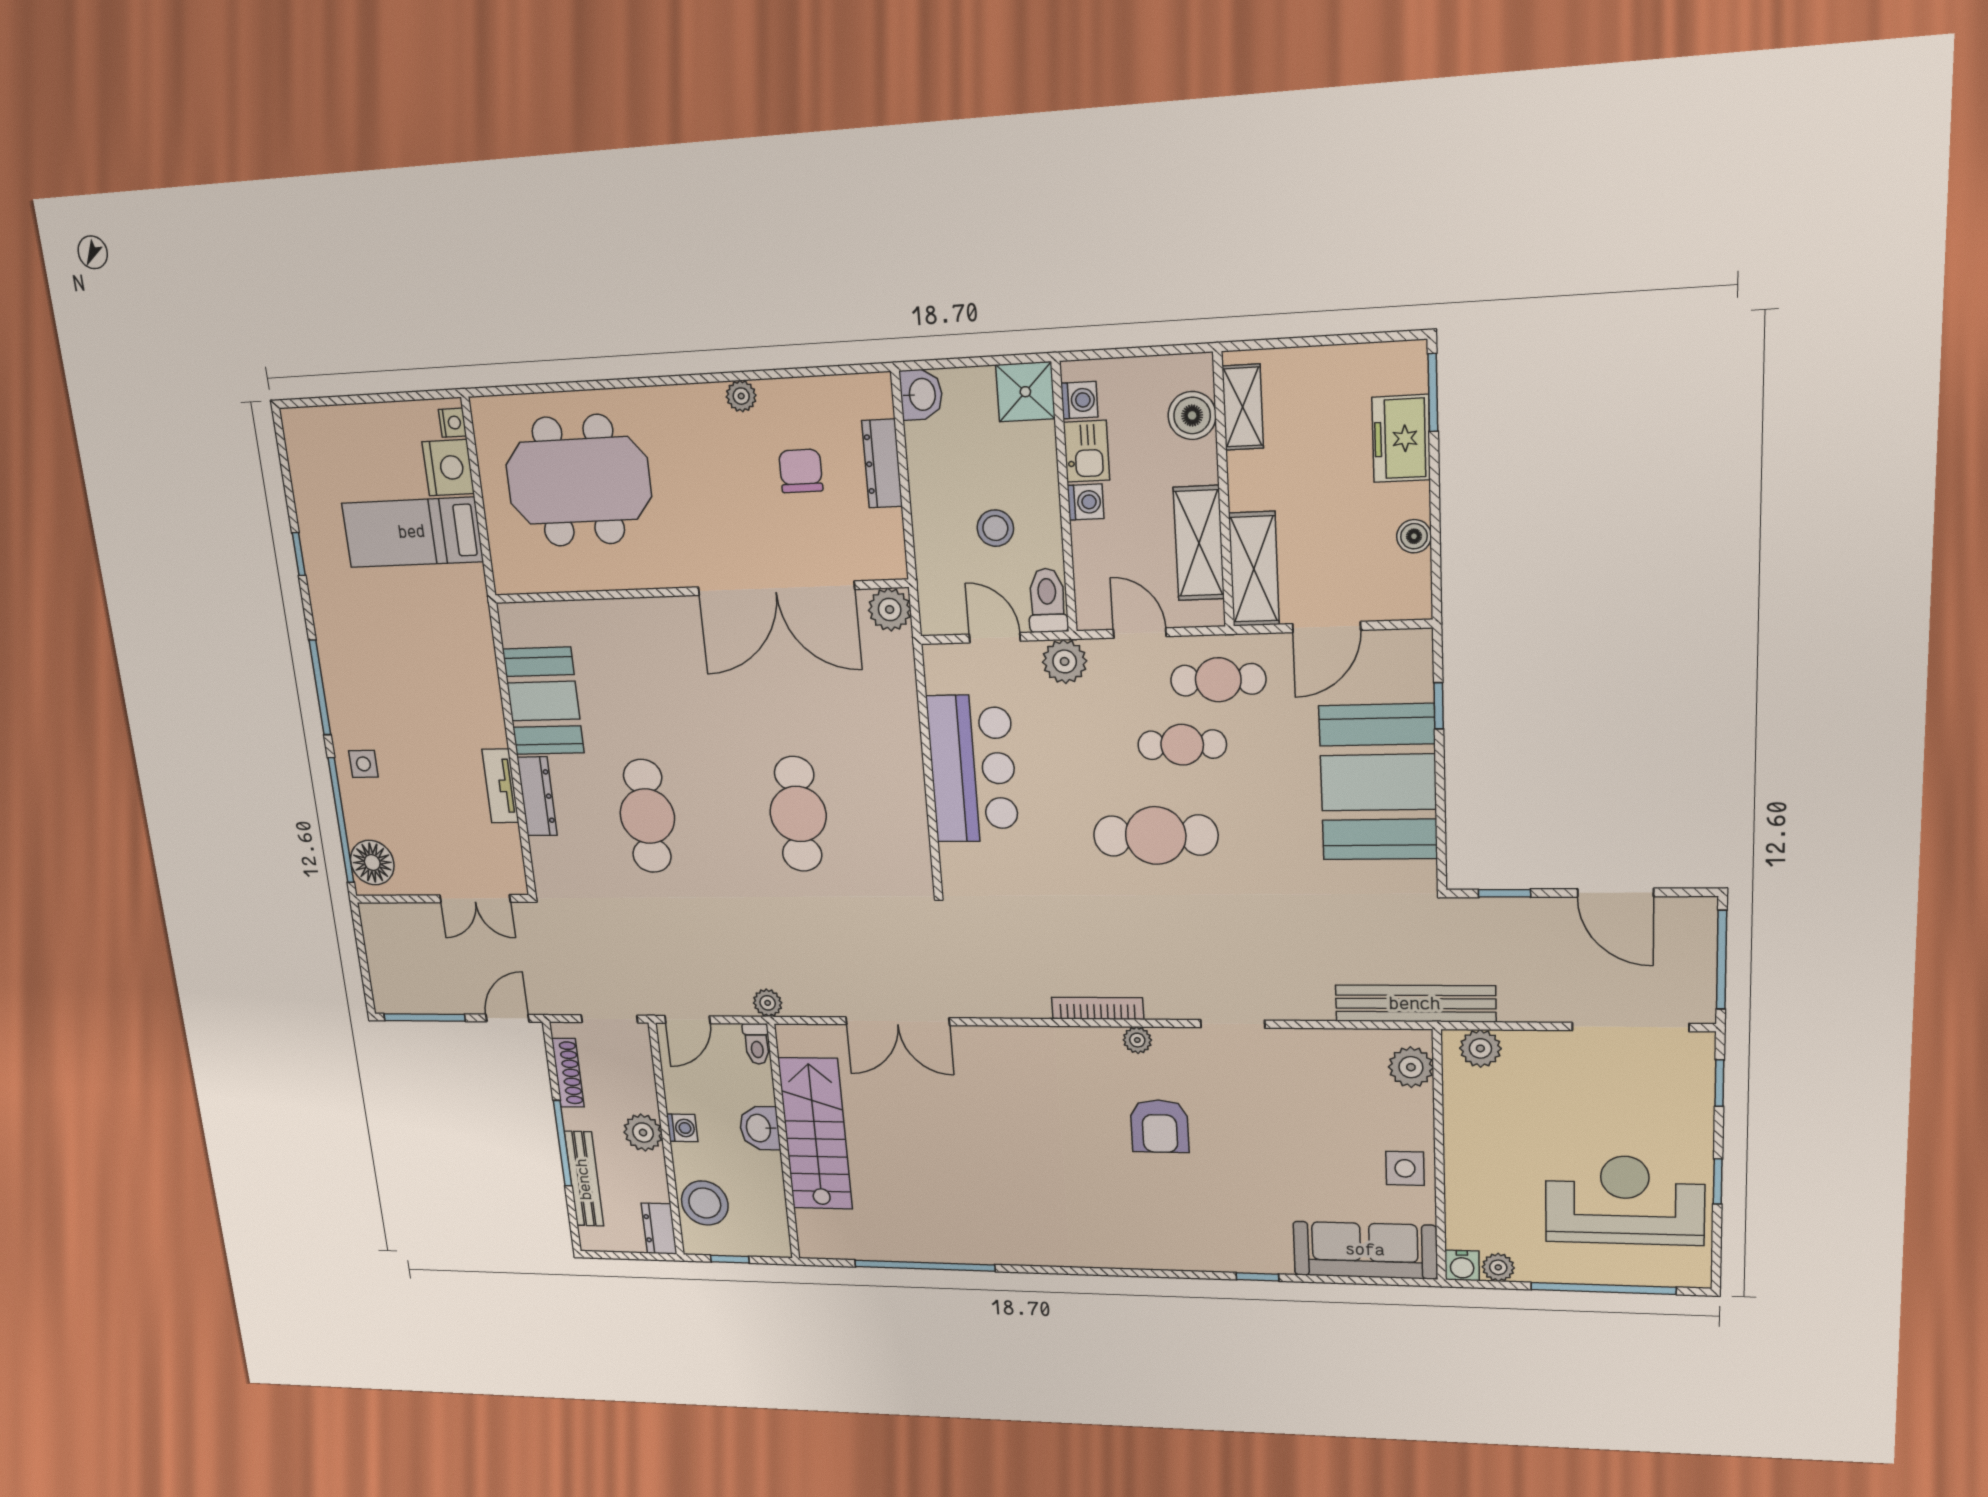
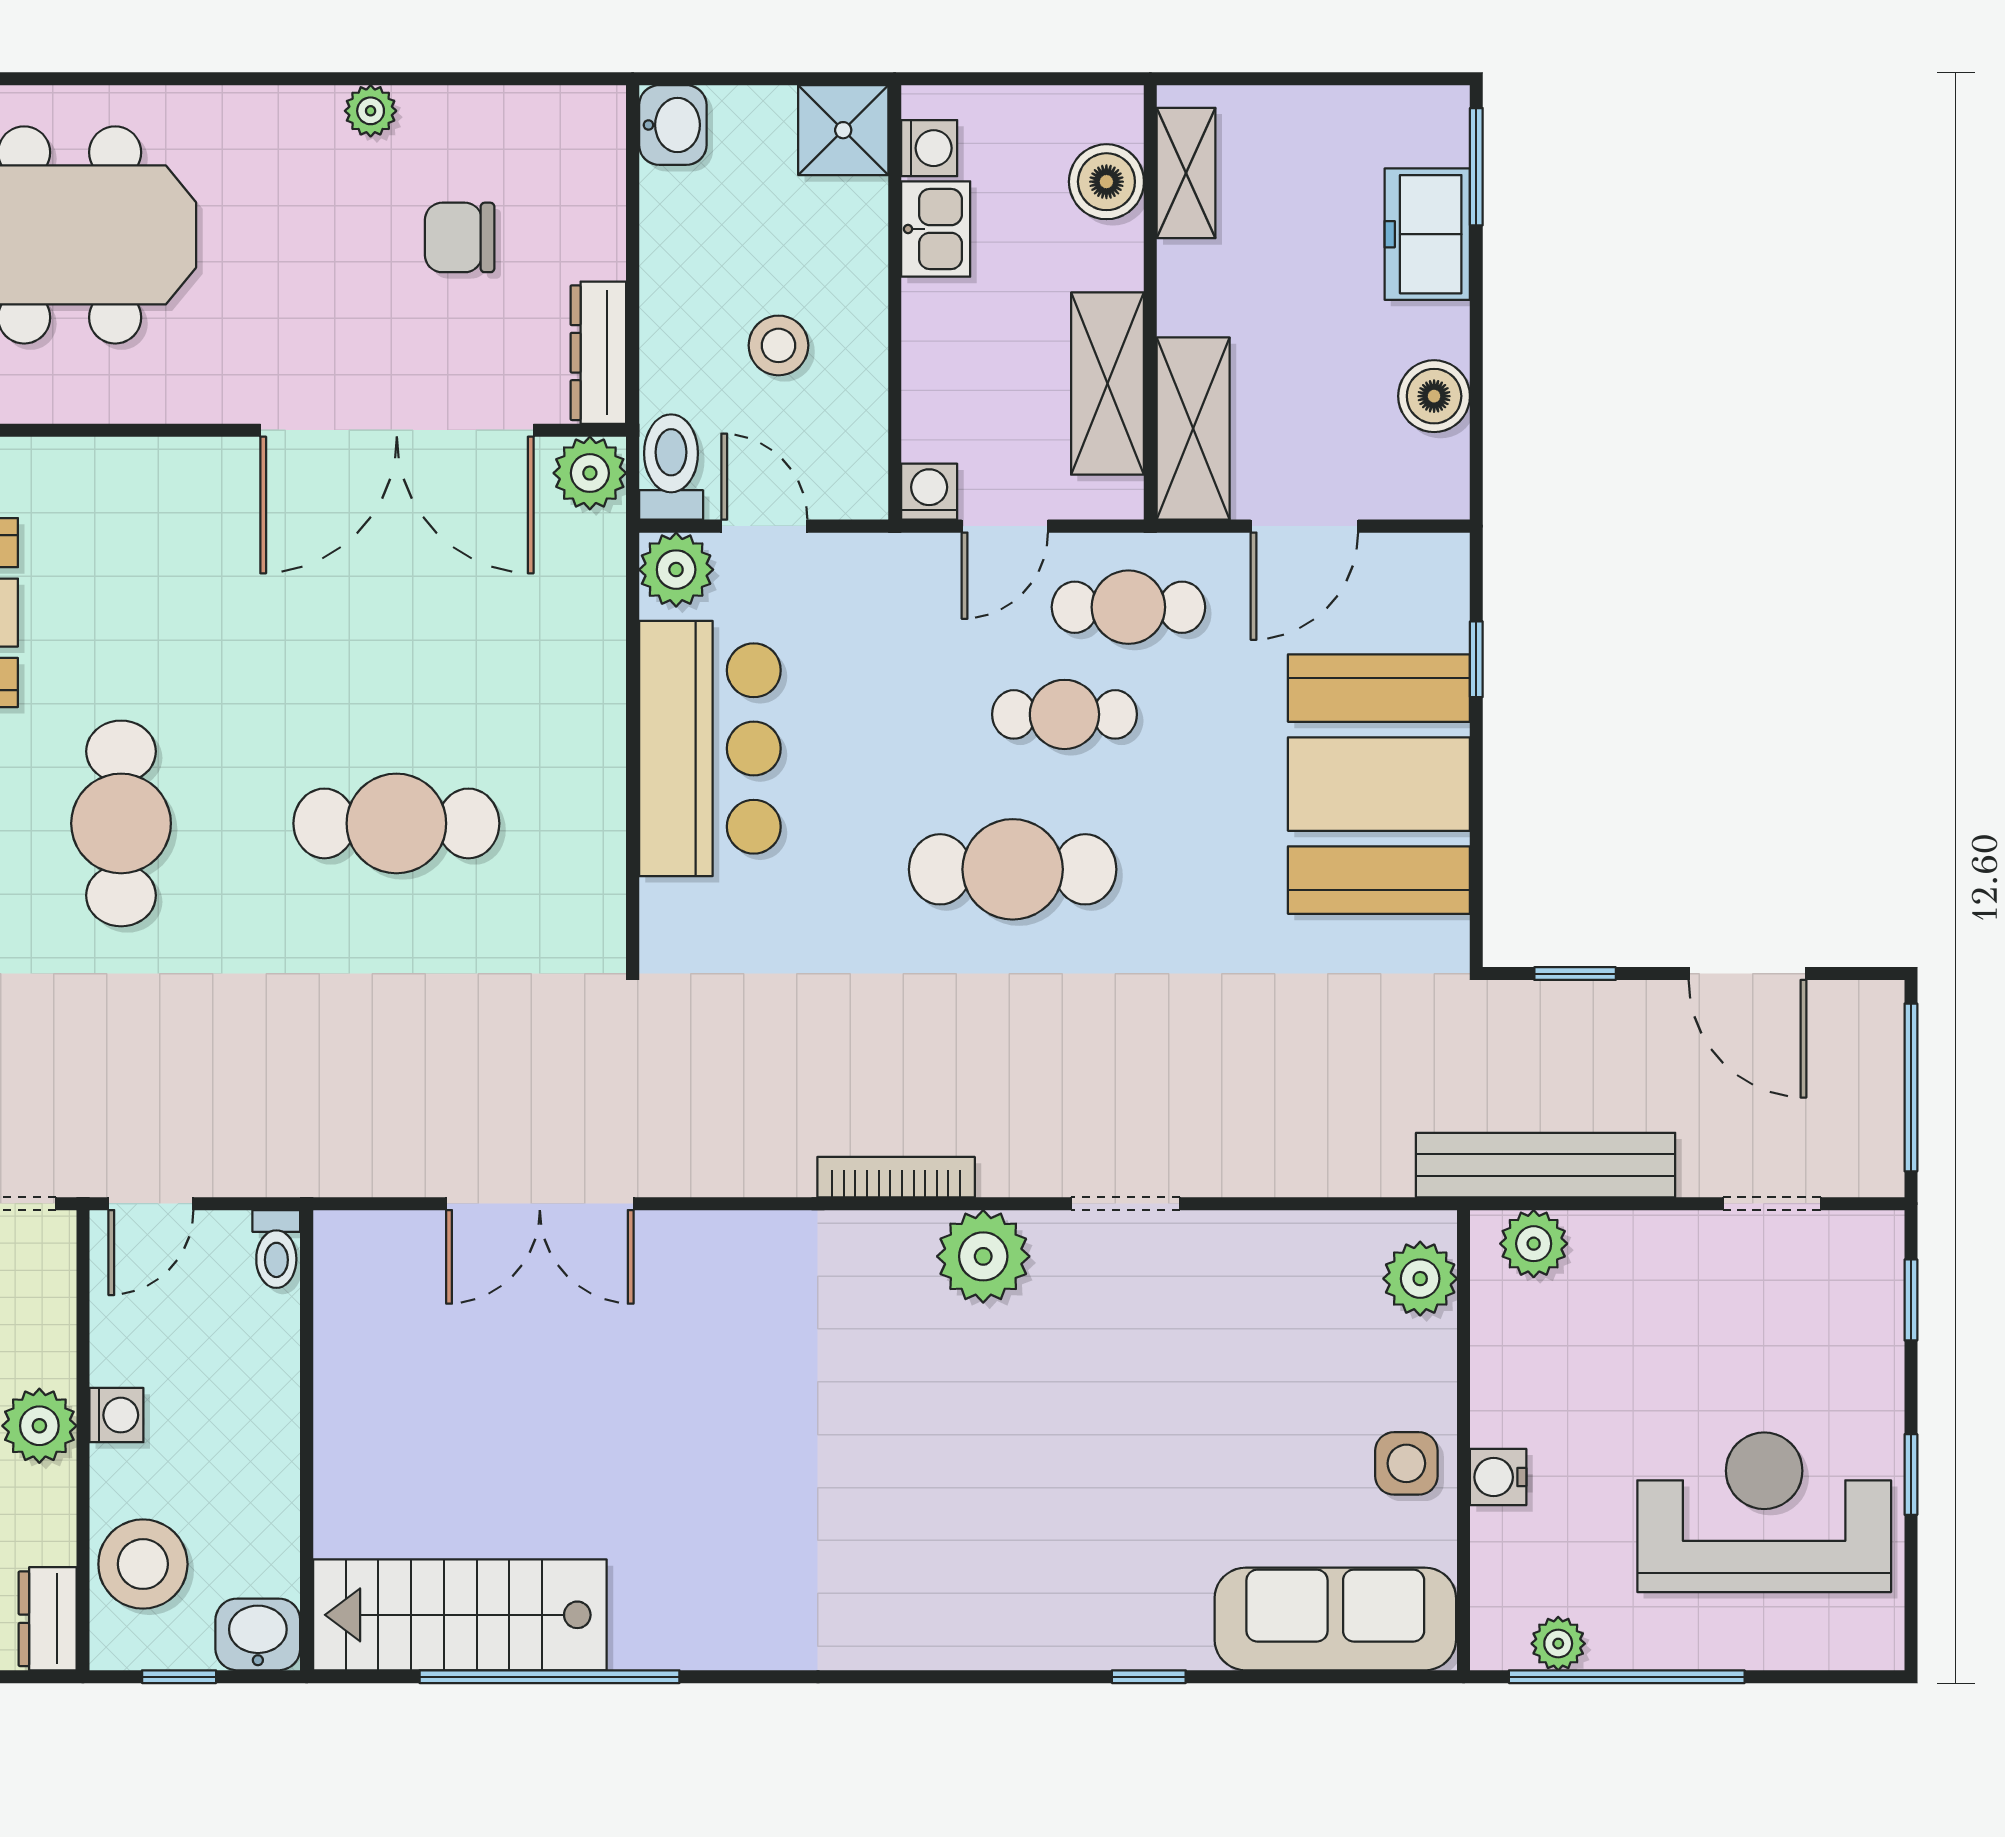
dresser: (882, 464) -> (598, 353), moved
chair: (801, 471) -> (460, 237), turned -90
washing machine: (1086, 502) -> (929, 492), moved, turned -90
boiler: (1414, 536) -> (1434, 396), width x1.36, depth x1.36
toilet: (1047, 600) -> (671, 467), moved
door: (1140, 633) -> (1005, 526), swing flipped
plant: (1065, 661) -> (676, 570), moved
cafe table: (798, 814) -> (396, 823), turned 90
plant: (768, 1003) -> (305, 1171), removed
bench: (1415, 1004) -> (1546, 1165), moved
doorway: (1630, 1027) -> (1772, 1204), width x0.53
plant: (1137, 1040) -> (983, 1256), width x1.87, depth x1.87
armchair: (1160, 1126) -> (992, 1394), removed
washbasin: (760, 1128) -> (258, 1634), moved, turned 90
stairs: (815, 1134) -> (460, 1615), moved, turned -90
water cooler: (1462, 1265) -> (1498, 1477), moved, turned 90
window: (1603, 1288) -> (1627, 1677), moved

